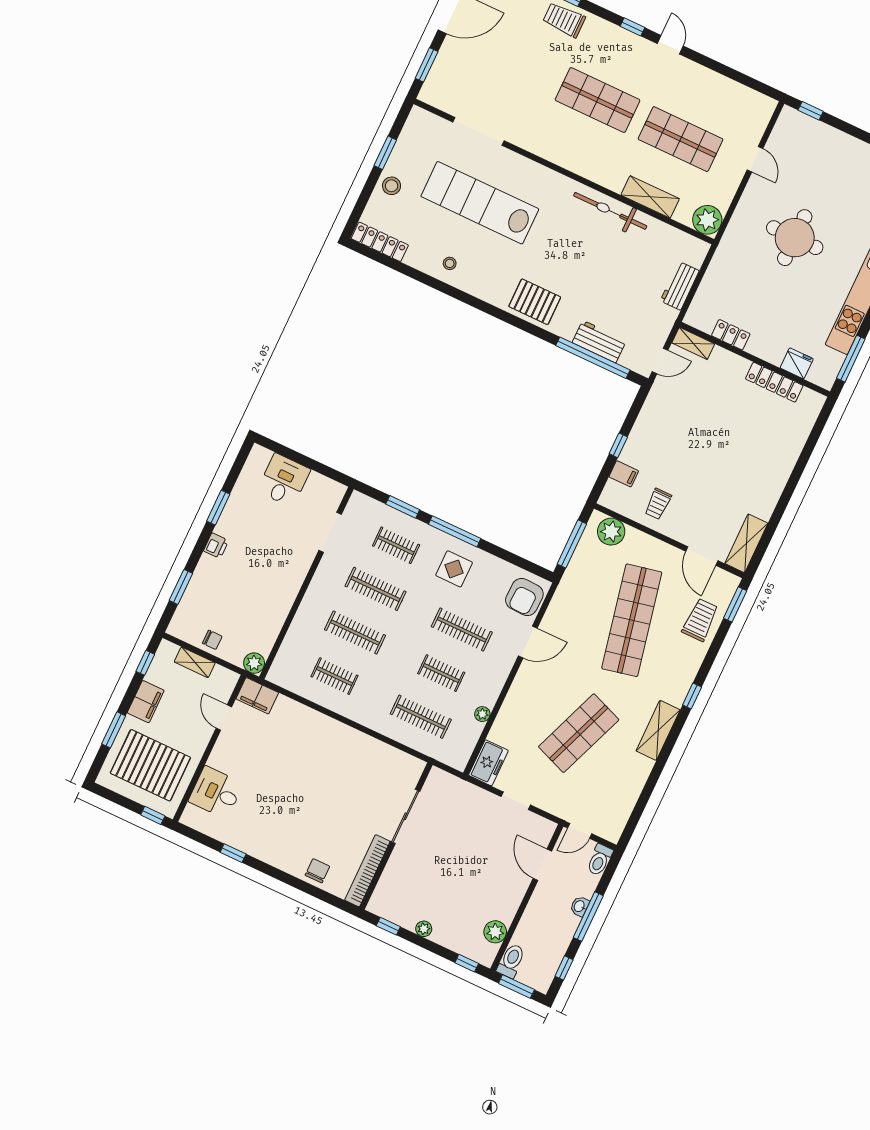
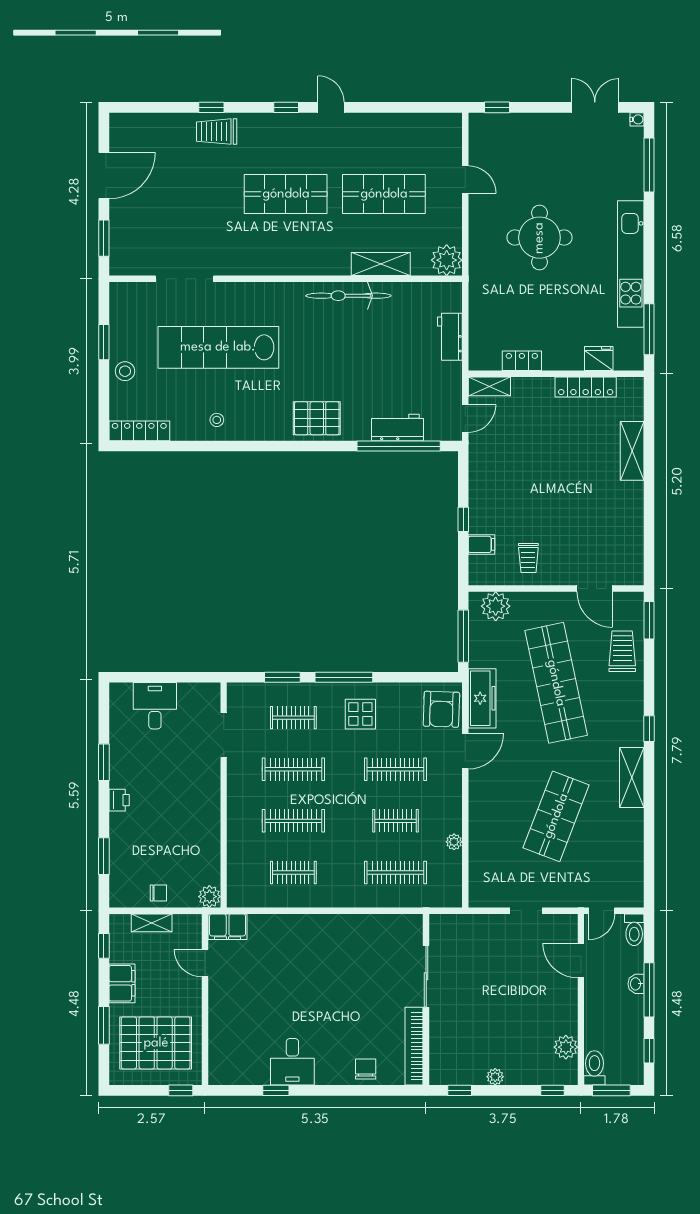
shelving: (746, 543) -> (632, 451), moved
freezer: (488, 763) -> (482, 698), moved, width x1.40
desk: (216, 792) -> (292, 1062), moved, turned -90

